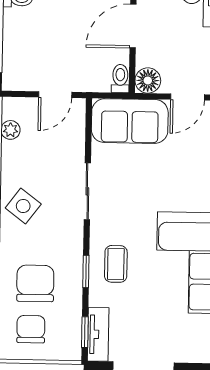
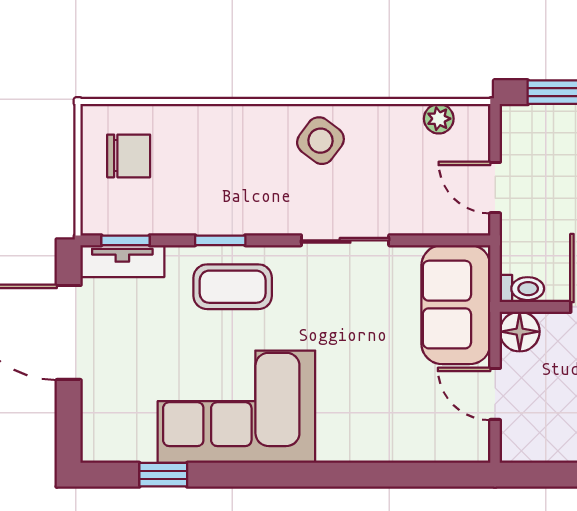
coffee table: (116, 264) -> (233, 287), width x1.36, depth x1.30
chair: (35, 283) -> (200, 162), removed

